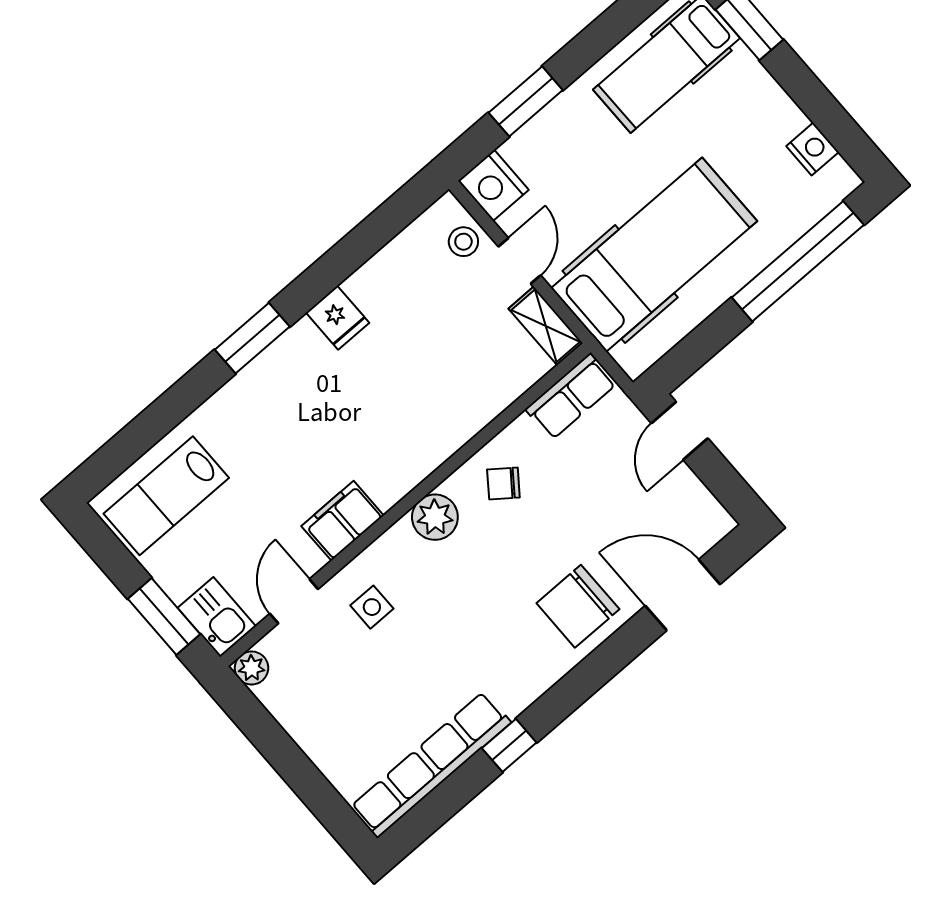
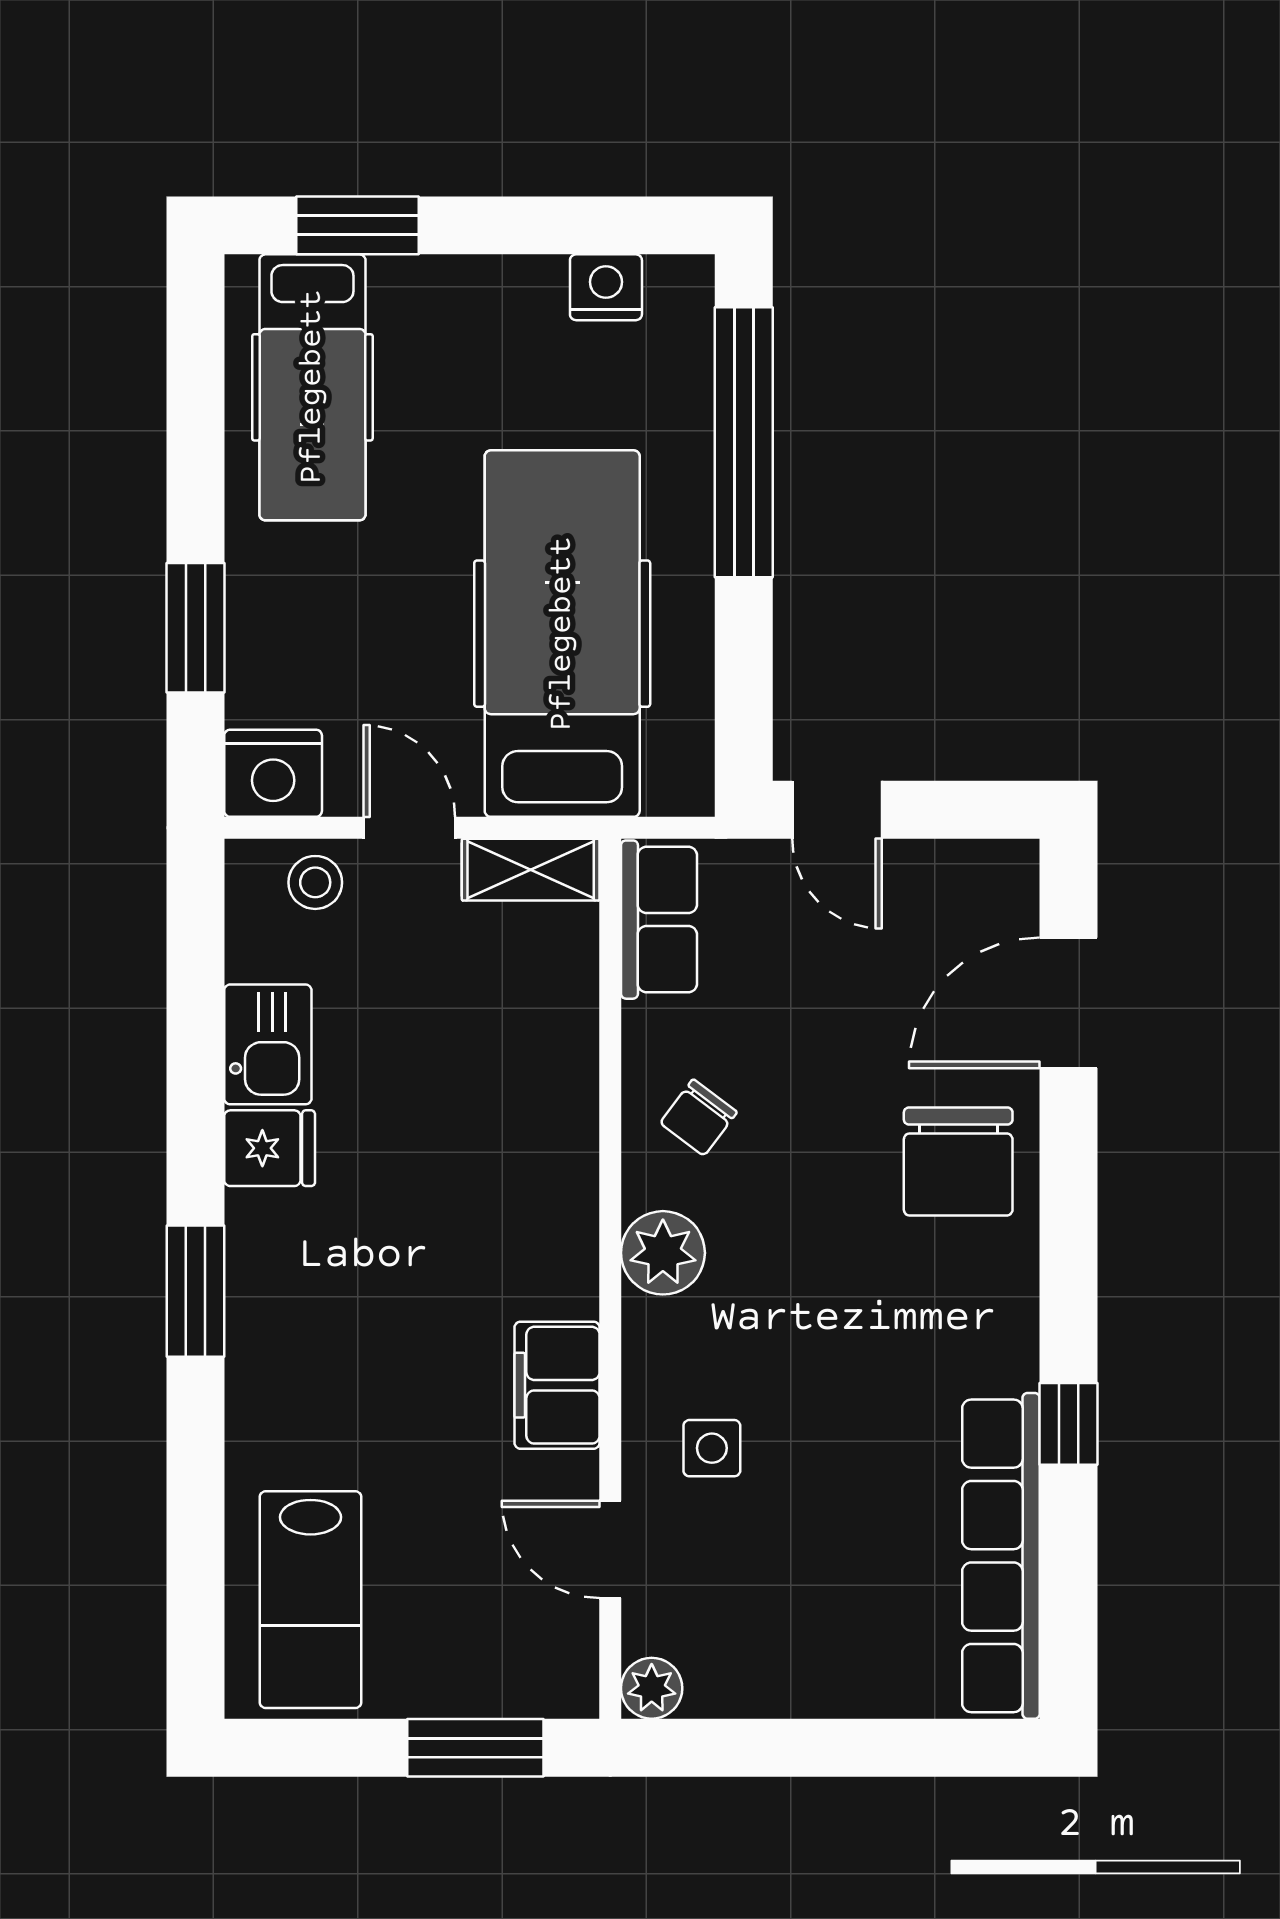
kitchen sink: (217, 617) -> (268, 1044), moved, turned 90

